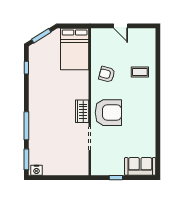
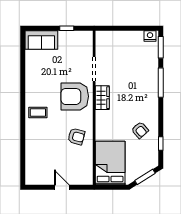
coffee table: (140, 72) -> (38, 113), moved
armchair: (46, 80) -> (140, 130), added

